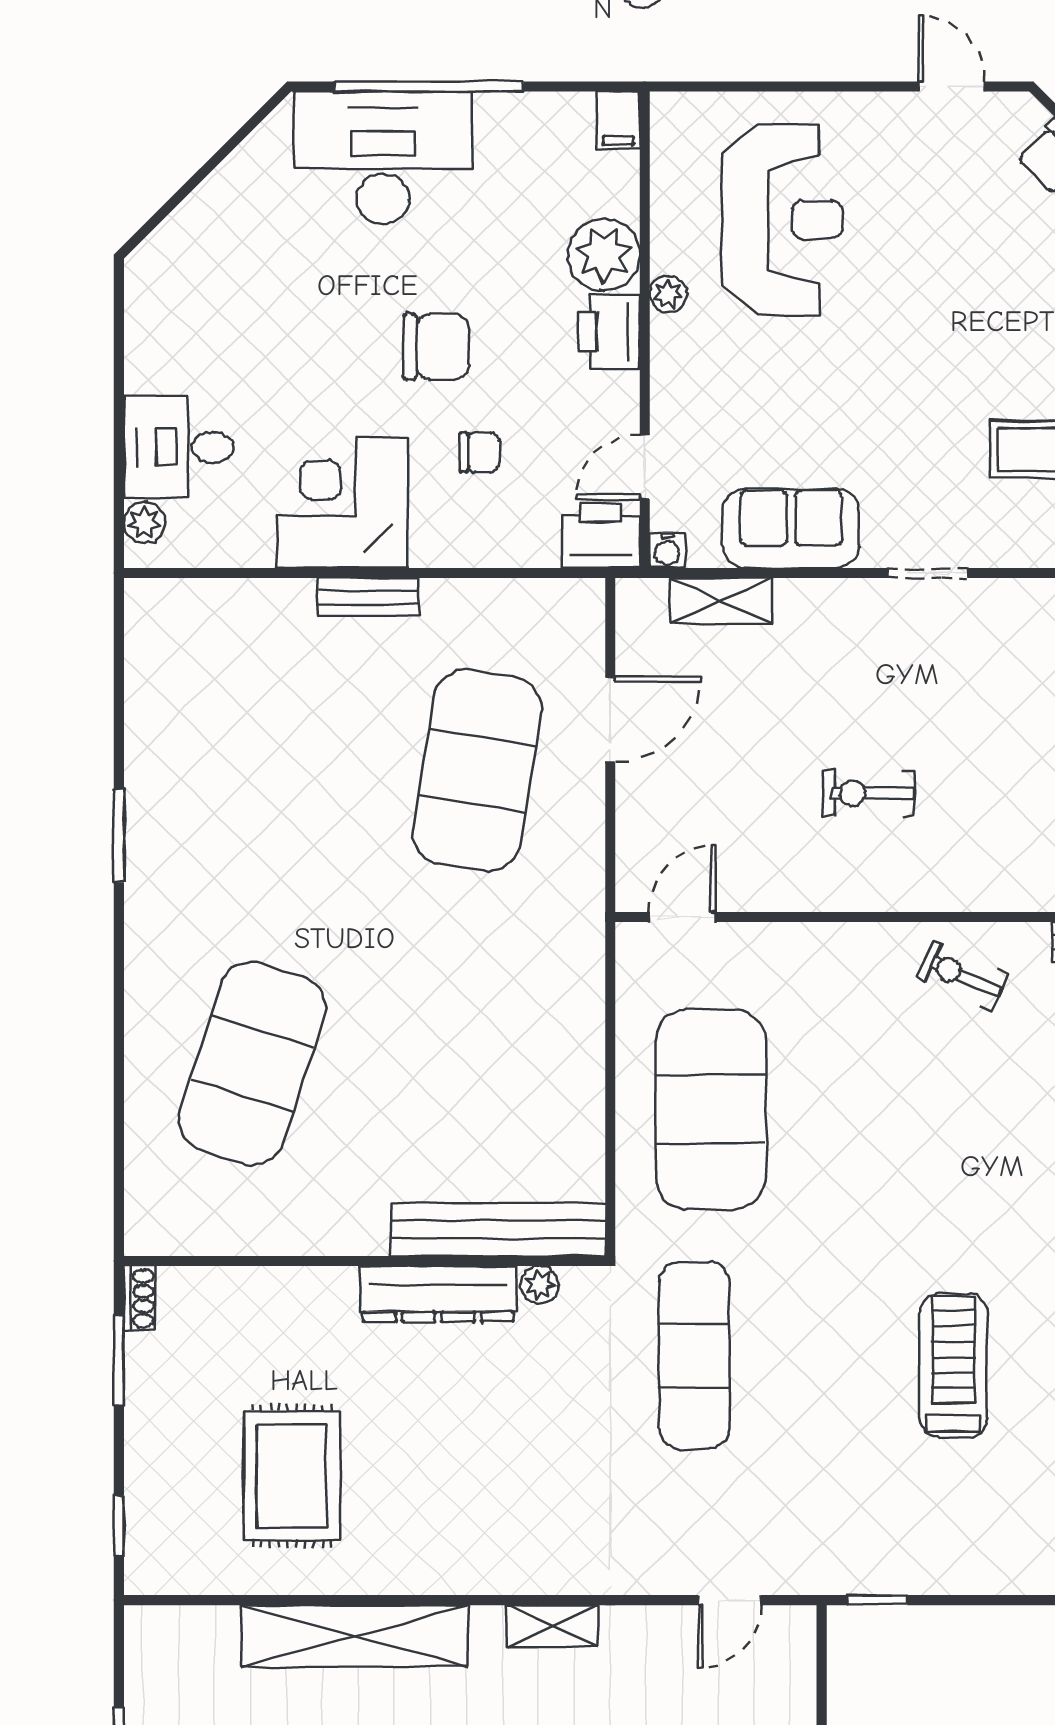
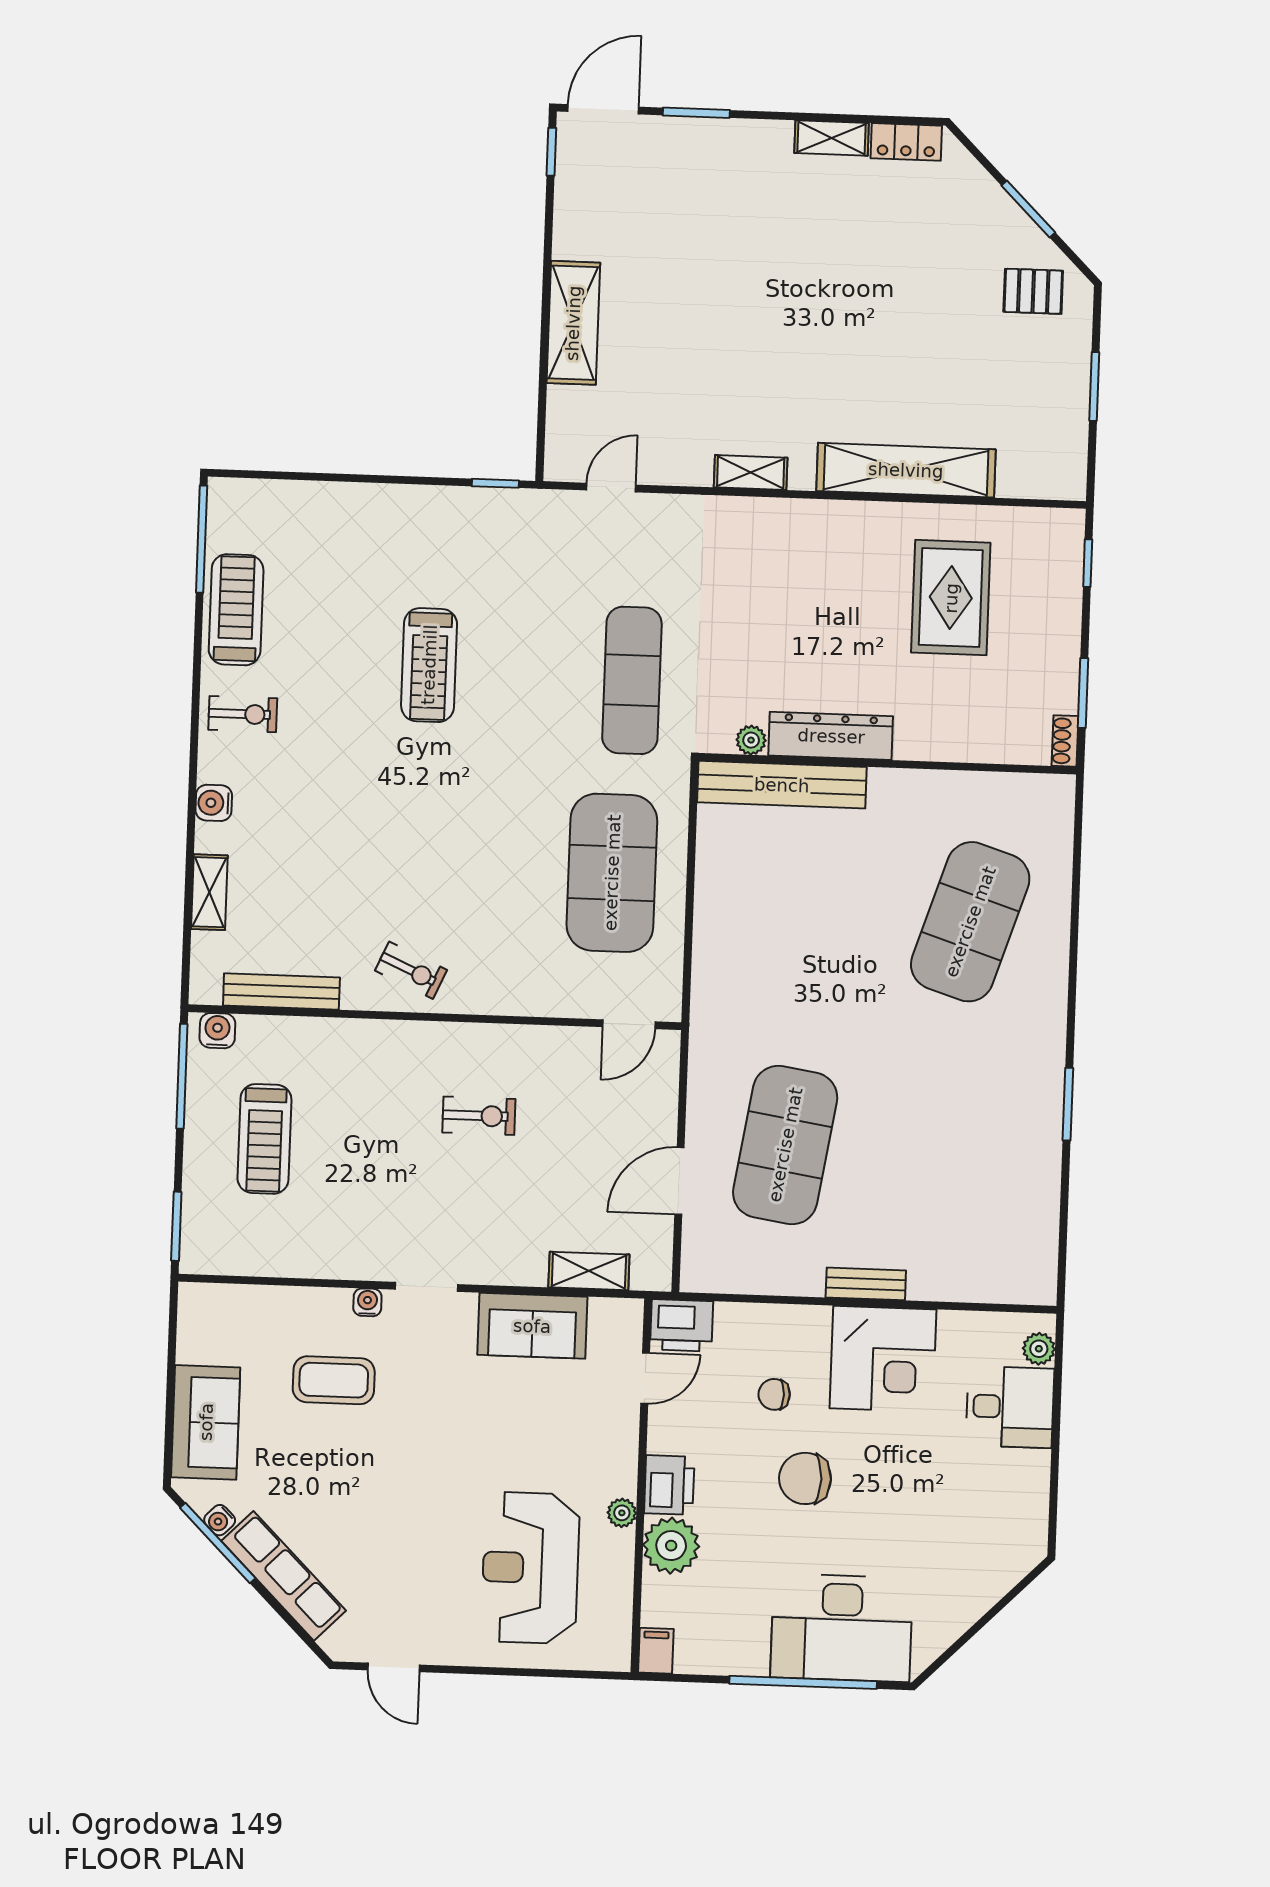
water cooler: (667, 550) -> (367, 1302), moved

